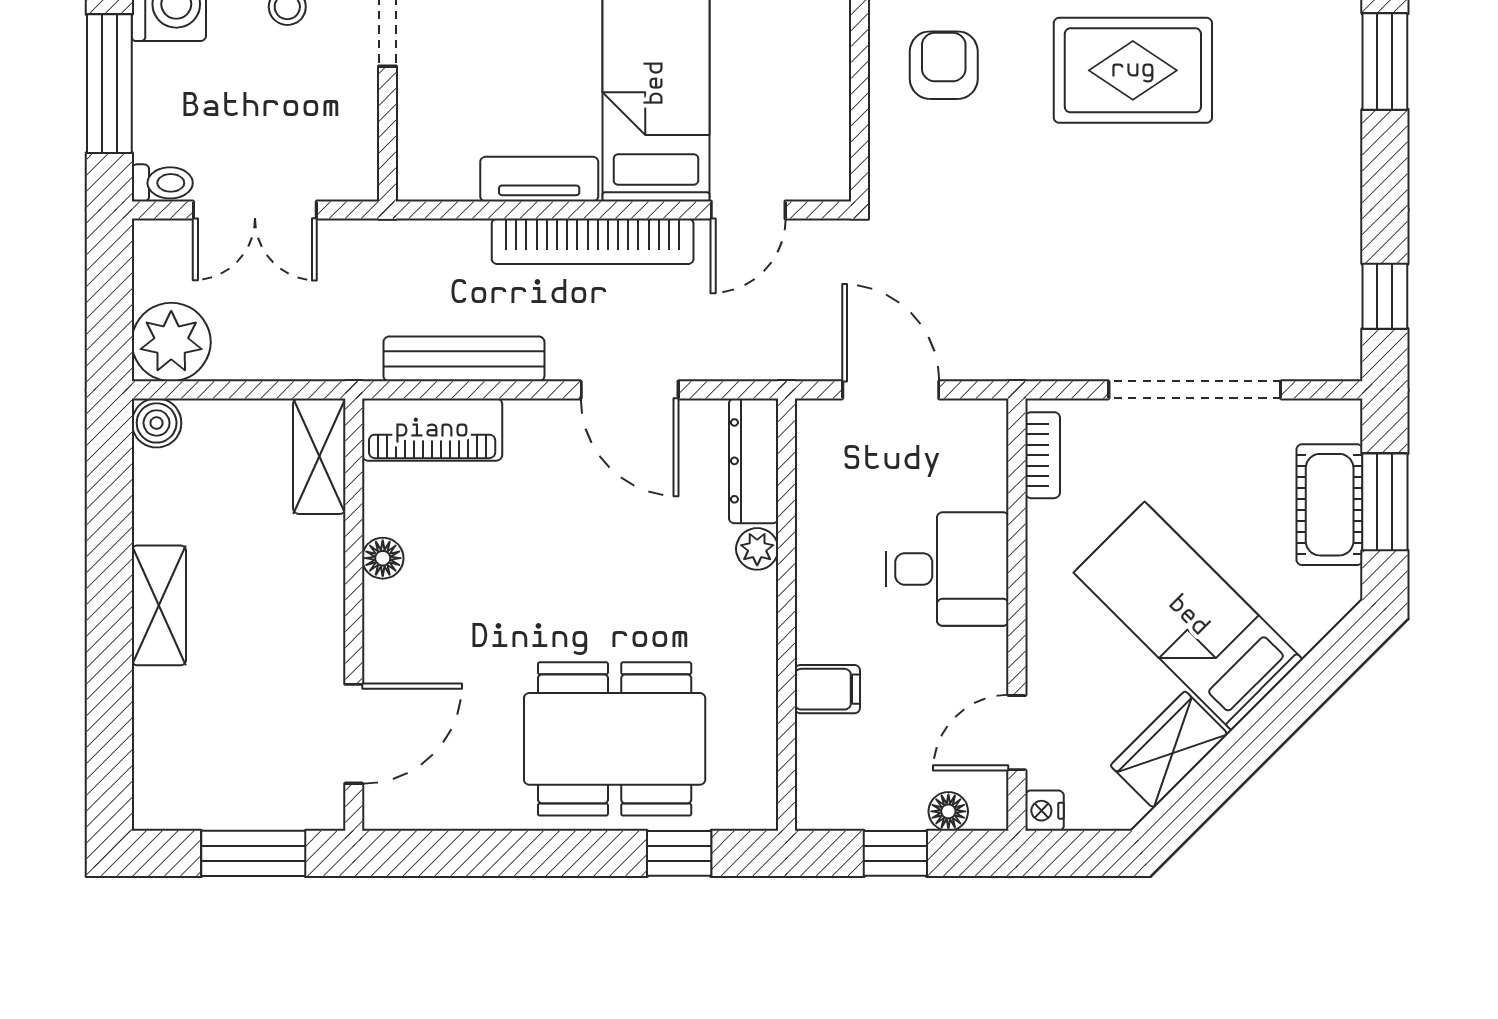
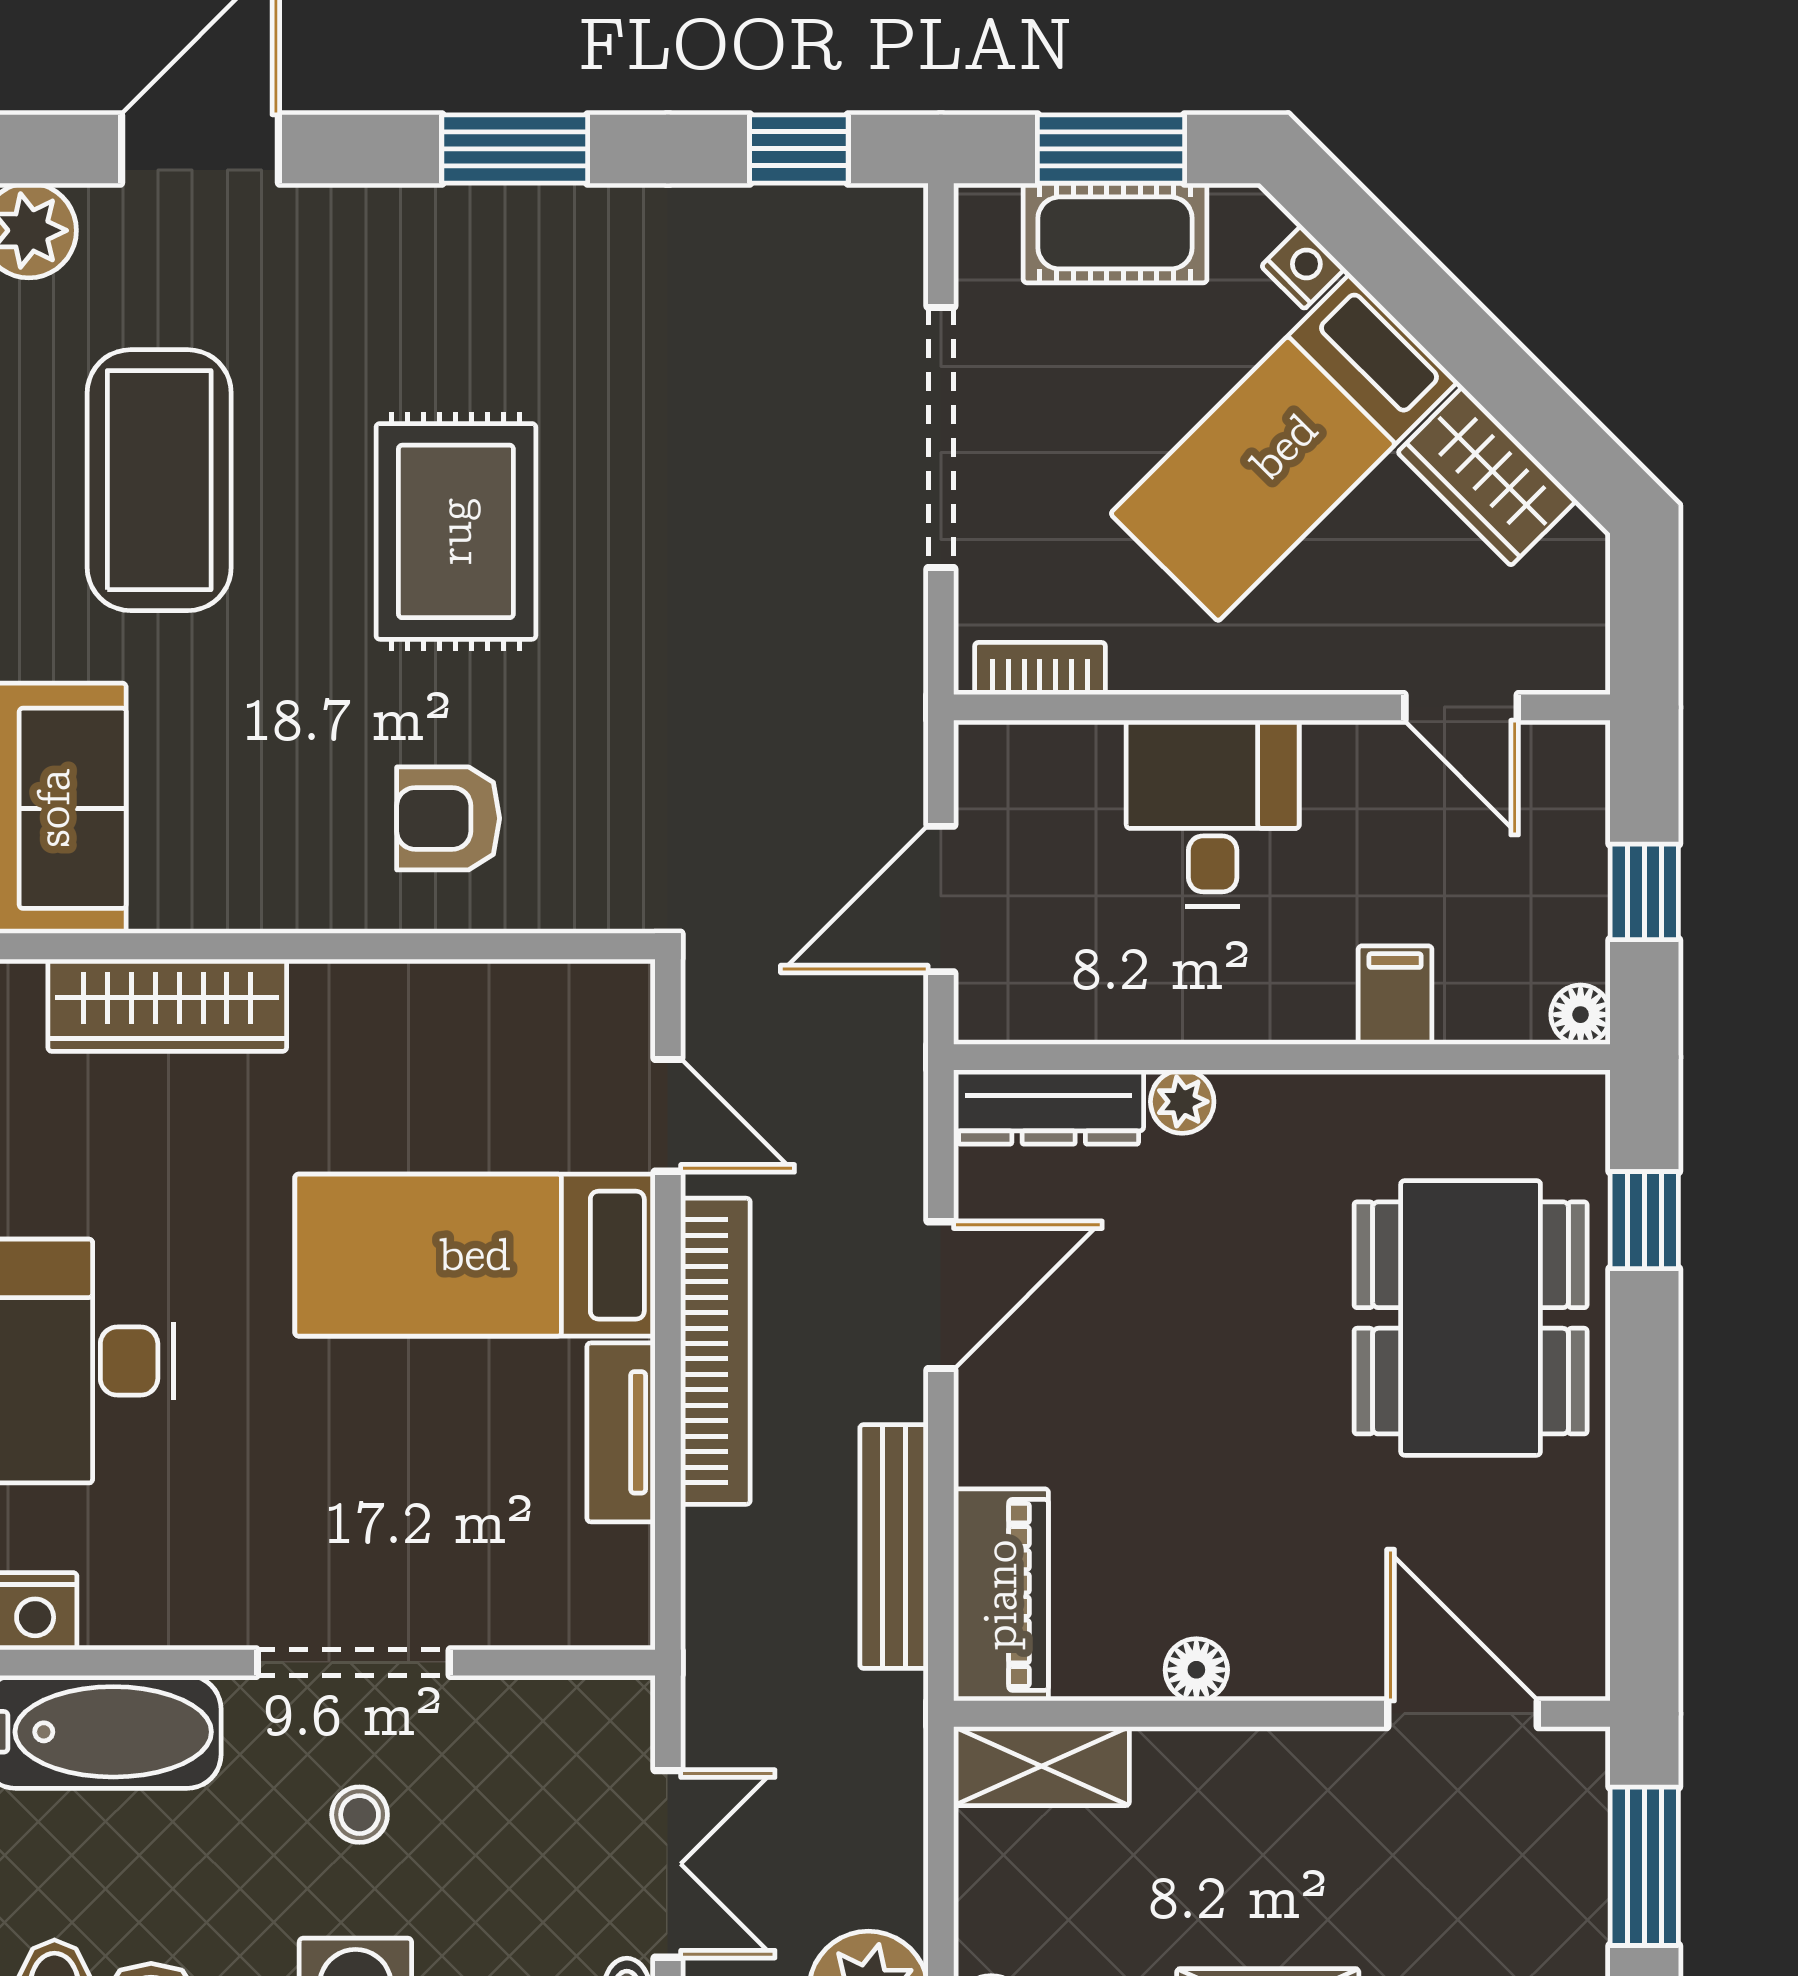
window: (1385, 62) -> (515, 149), moved
floor lamp: (948, 811) -> (1581, 1015), moved
nightstand: (1044, 811) -> (1303, 267), moved, turned -135

